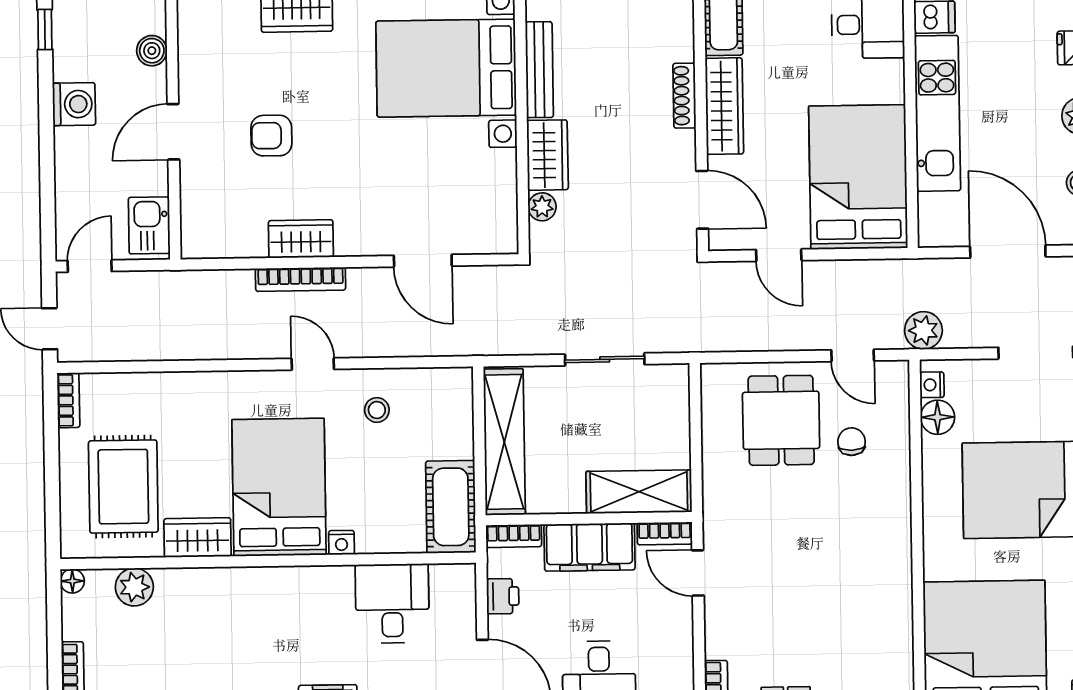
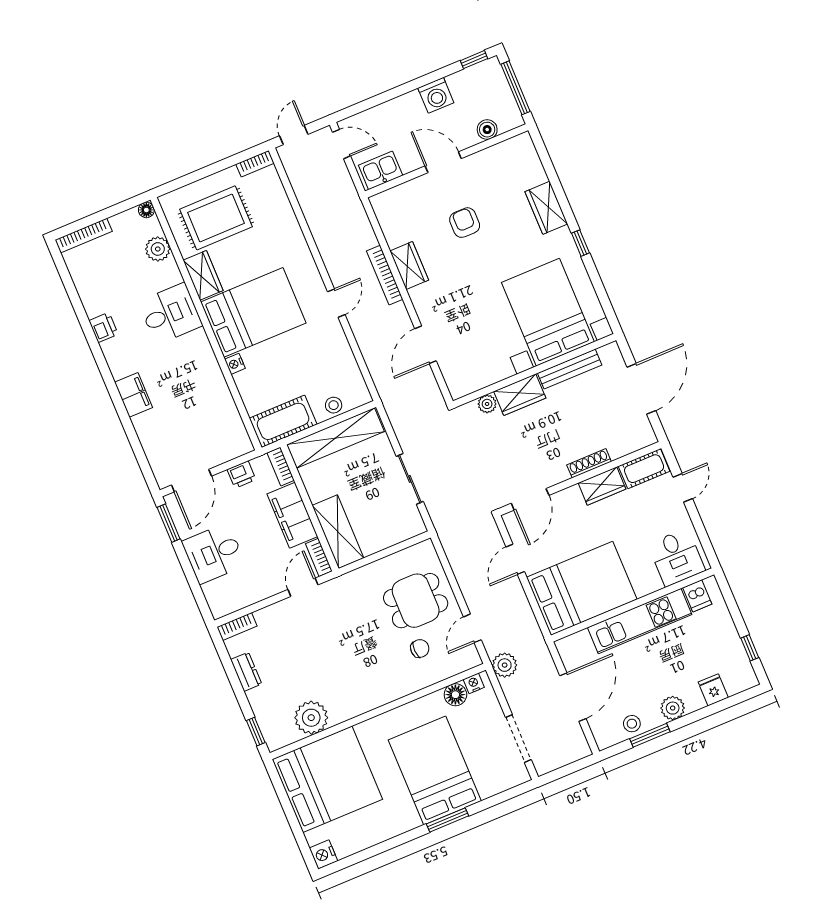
wardrobe: (724, 106) -> (602, 486), width x0.67
stool: (377, 410) -> (334, 405), moved
desk: (392, 603) -> (170, 314), moved
plant: (888, 635) -> (311, 718), added

